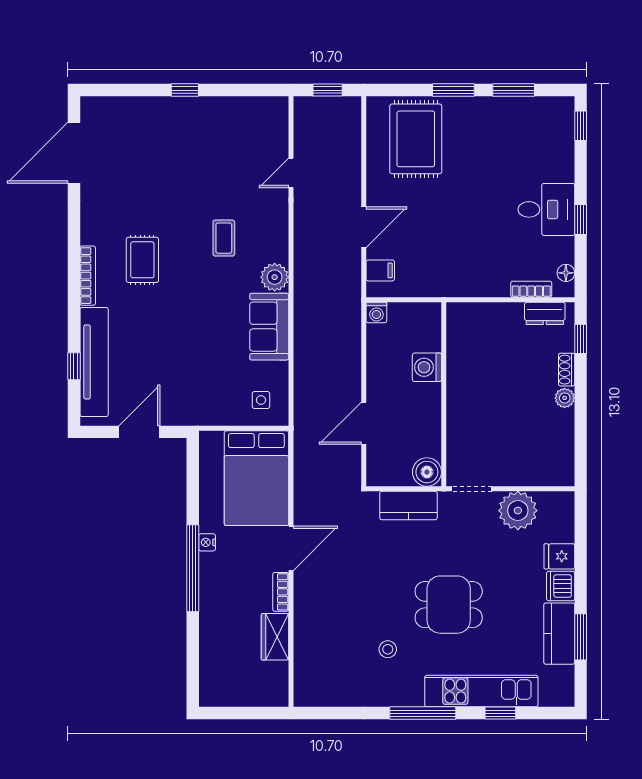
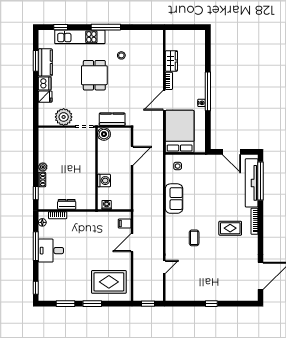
rug: (416, 139) -> (109, 282), turned 90
window: (581, 219) -> (36, 246), width x2.17
rug: (142, 260) -> (230, 228), turned 90
plant: (275, 277) -> (172, 221), removed
washing machine: (376, 312) -> (107, 205), moved
dresser: (545, 313) -> (67, 204), moved
window: (74, 366) -> (261, 181), width x3.17
door: (139, 432) -> (232, 152), hinge flipped
dining table: (449, 605) -> (94, 75), turned 90
window: (500, 713) -> (61, 27), moved

